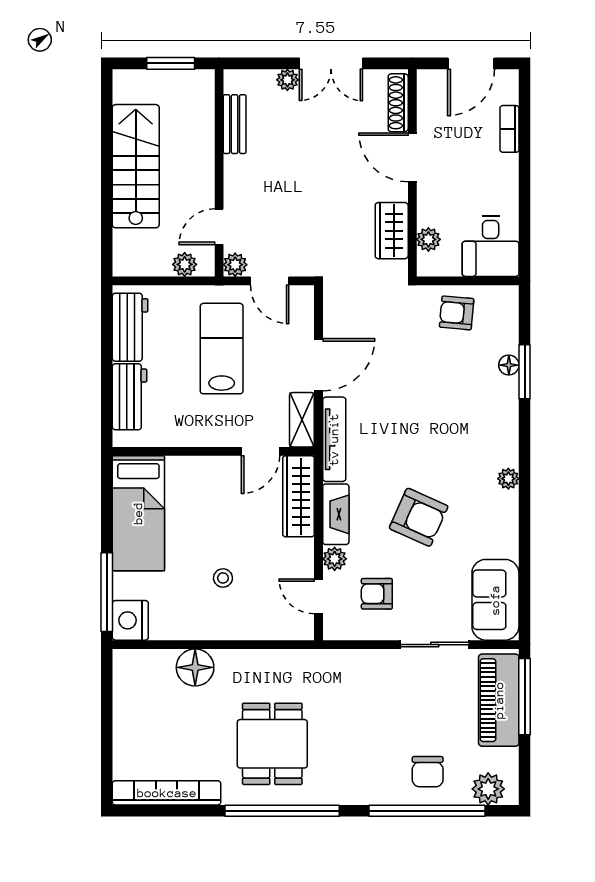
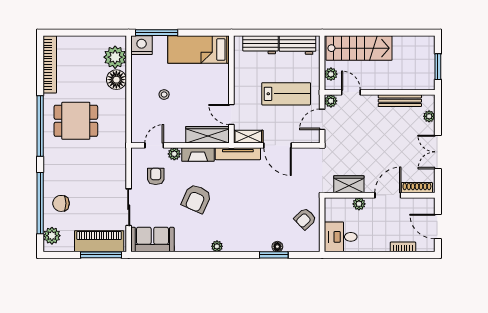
plant: (287, 80) -> (429, 116), moved
bench: (235, 124) -> (400, 101), width x1.36
stairs: (136, 166) -> (359, 48), moved
plant: (428, 239) -> (359, 204), moved
armchair: (457, 313) -> (305, 219), turned -139
plant: (153, 670) -> (115, 57), added

